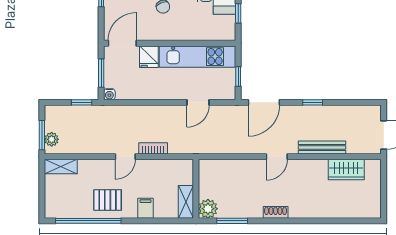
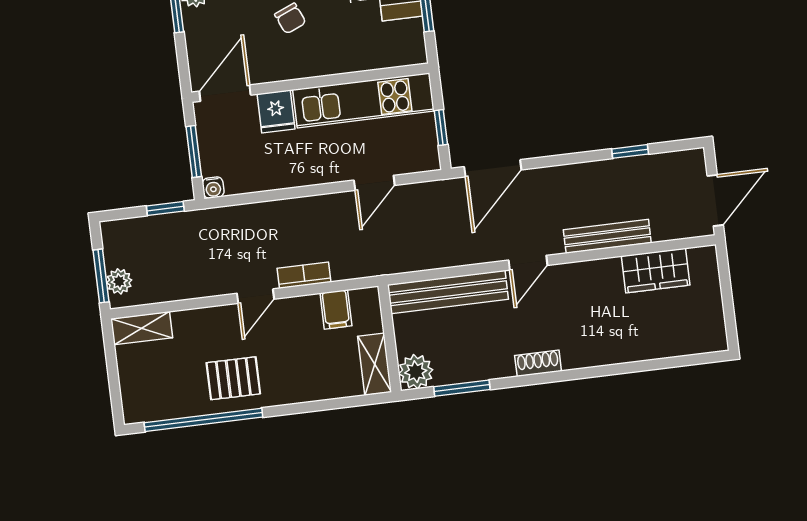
window: (313, 102) -> (630, 151), moved
bench: (231, 167) -> (448, 292), added
filing cabinet: (146, 208) -> (336, 309), moved, turned 180

